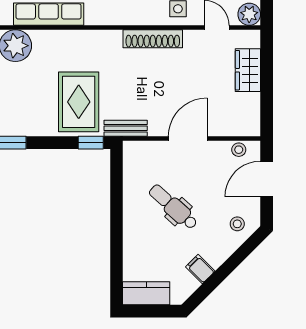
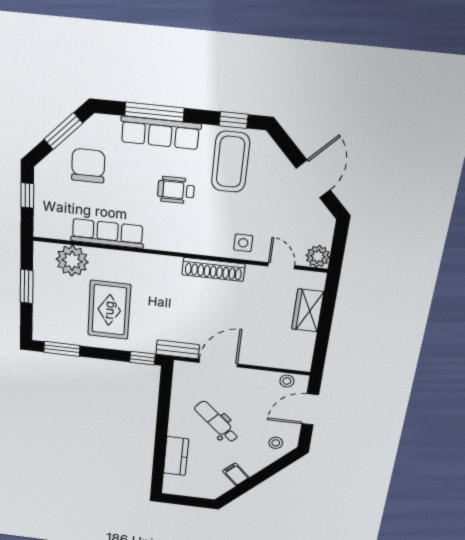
rug: (79, 102) -> (109, 310), moved
door: (188, 139) -> (218, 363), moved
kitchen counter: (146, 293) -> (176, 456), moved, turned 90

